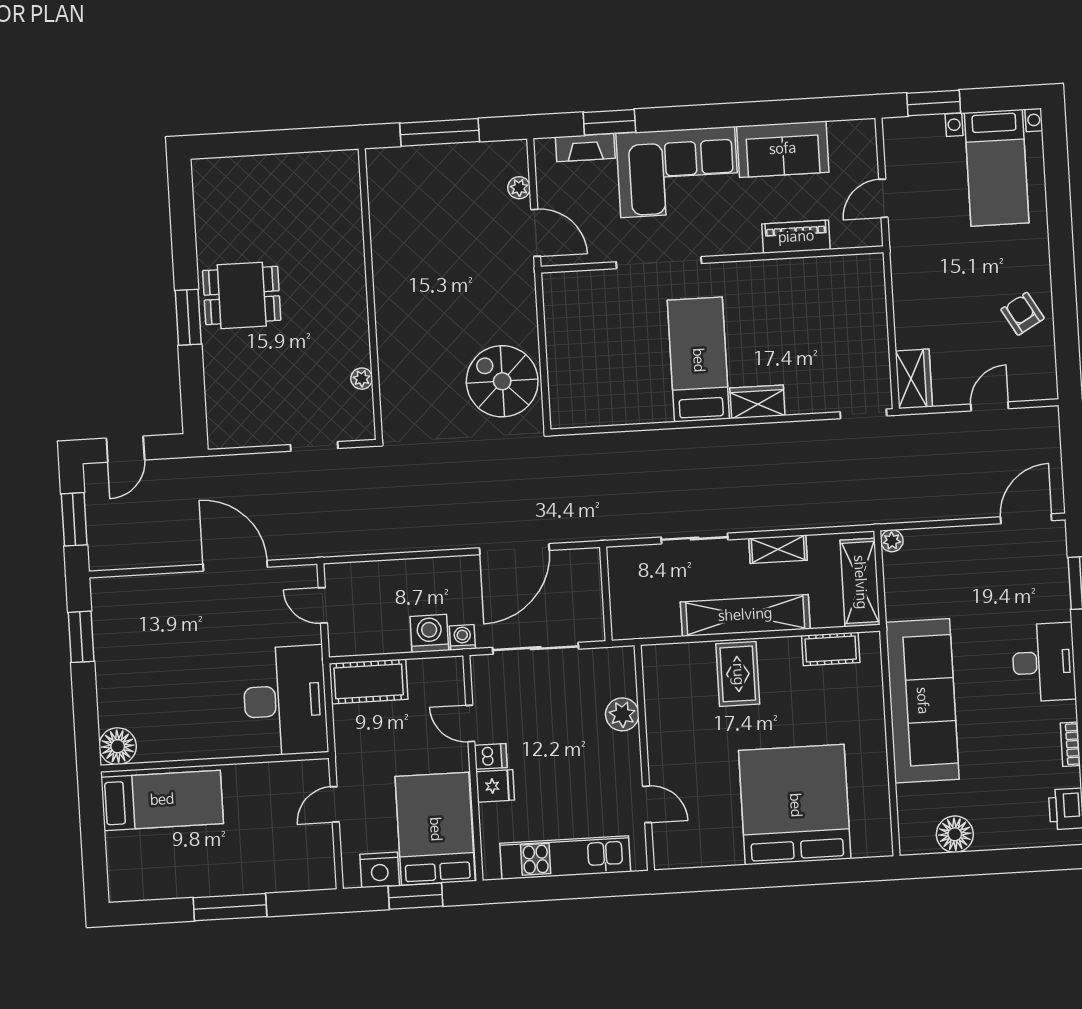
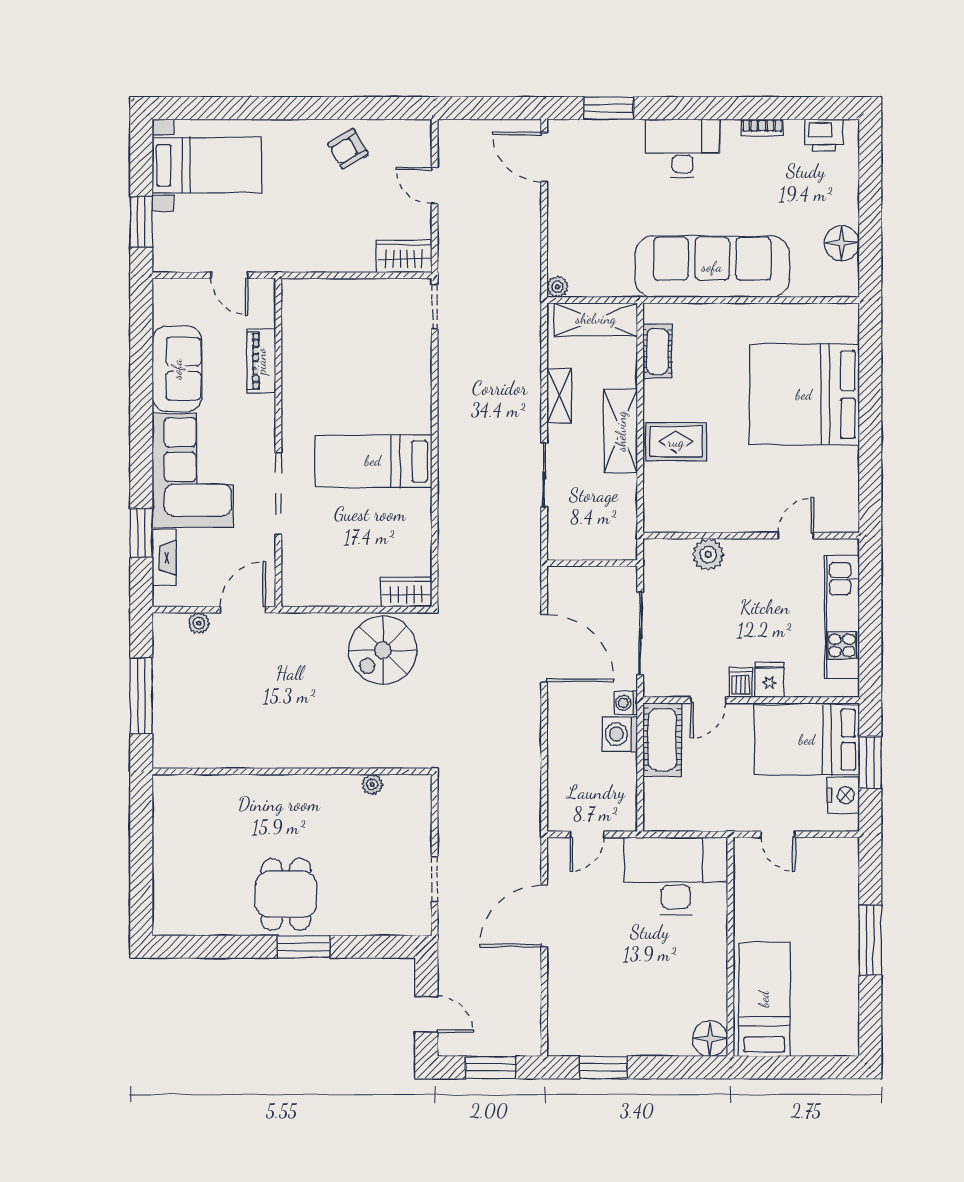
wardrobe: (757, 402) -> (406, 592), moved, turned 90
doorway: (314, 446) -> (435, 879), moved
shelving: (745, 615) -> (621, 431), width x0.68
cot: (369, 681) -> (662, 740), moved

